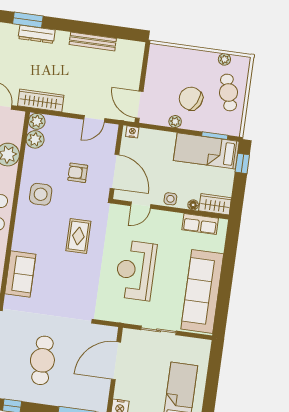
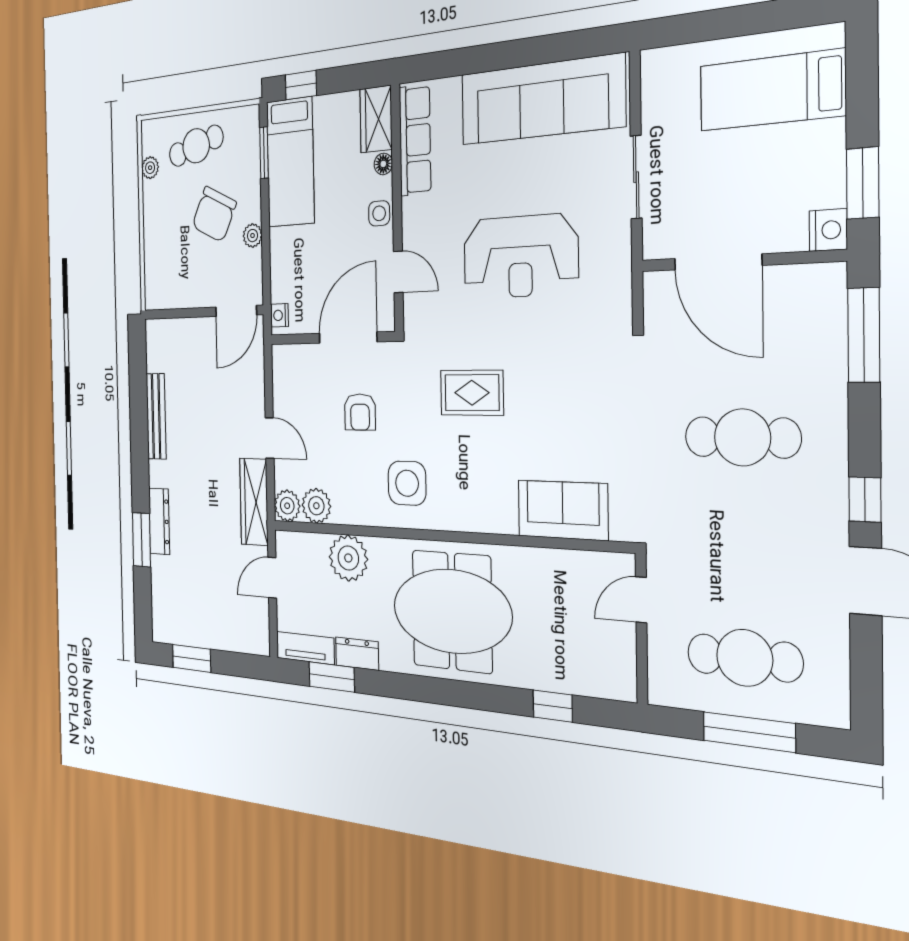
door: (94, 119) -> (270, 438), moved
row of seats: (200, 224) -> (415, 140), width x1.48

